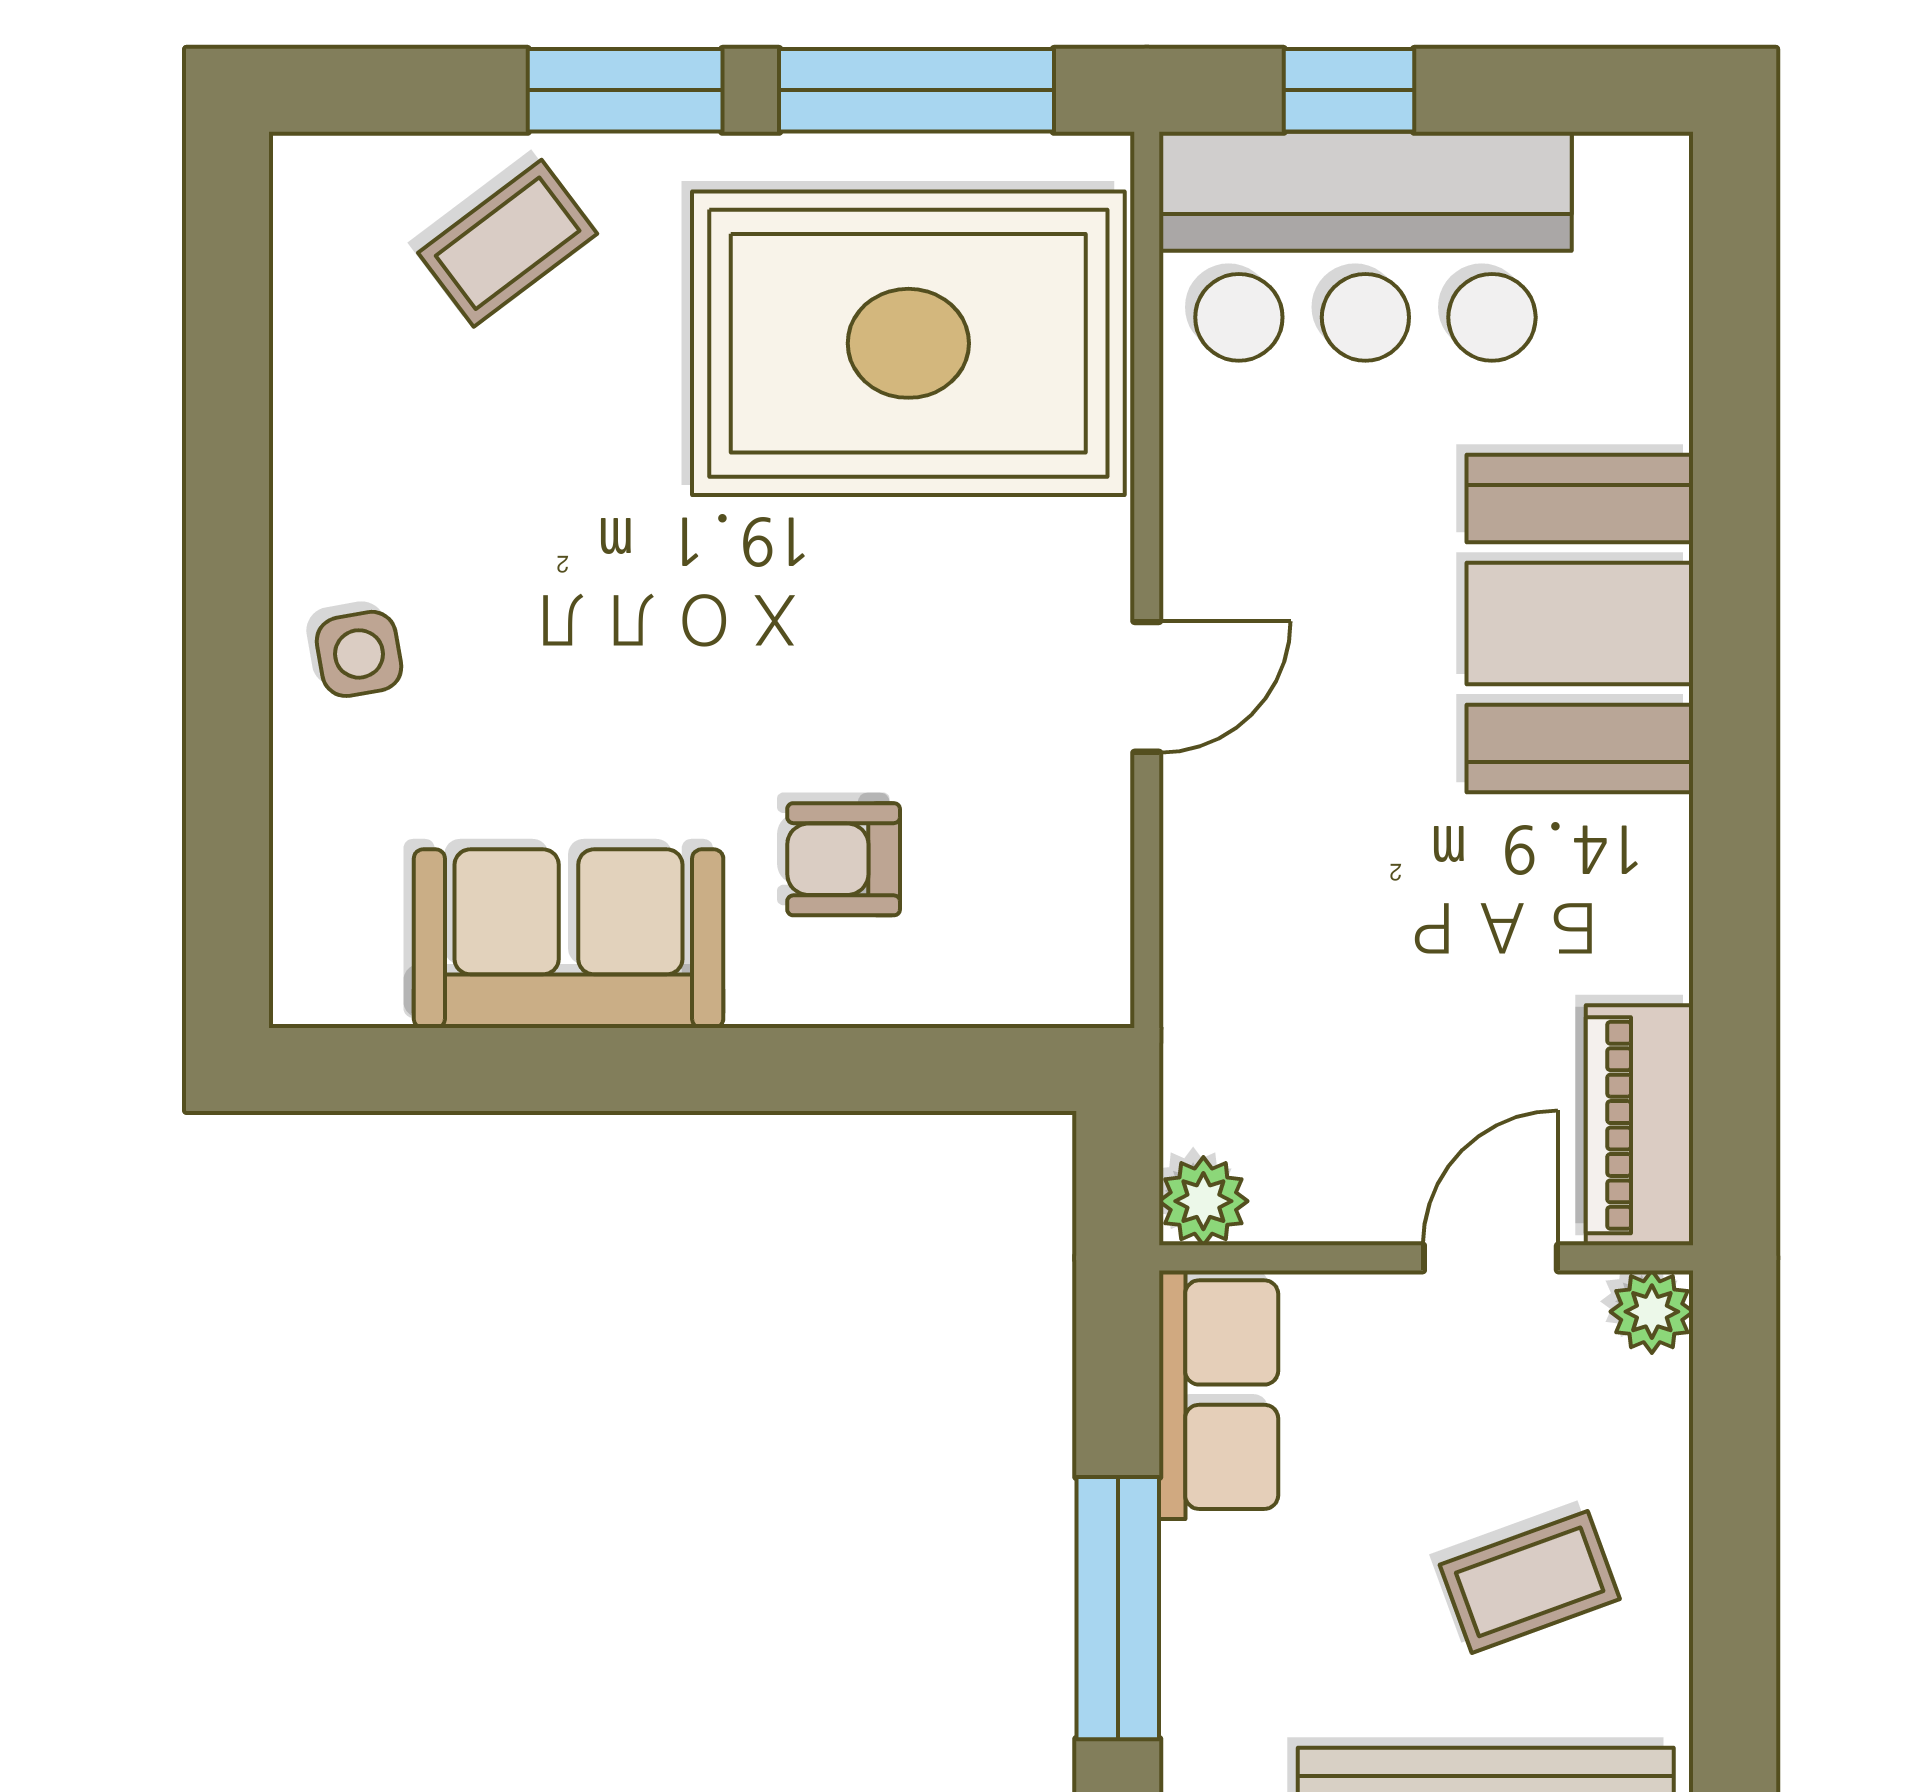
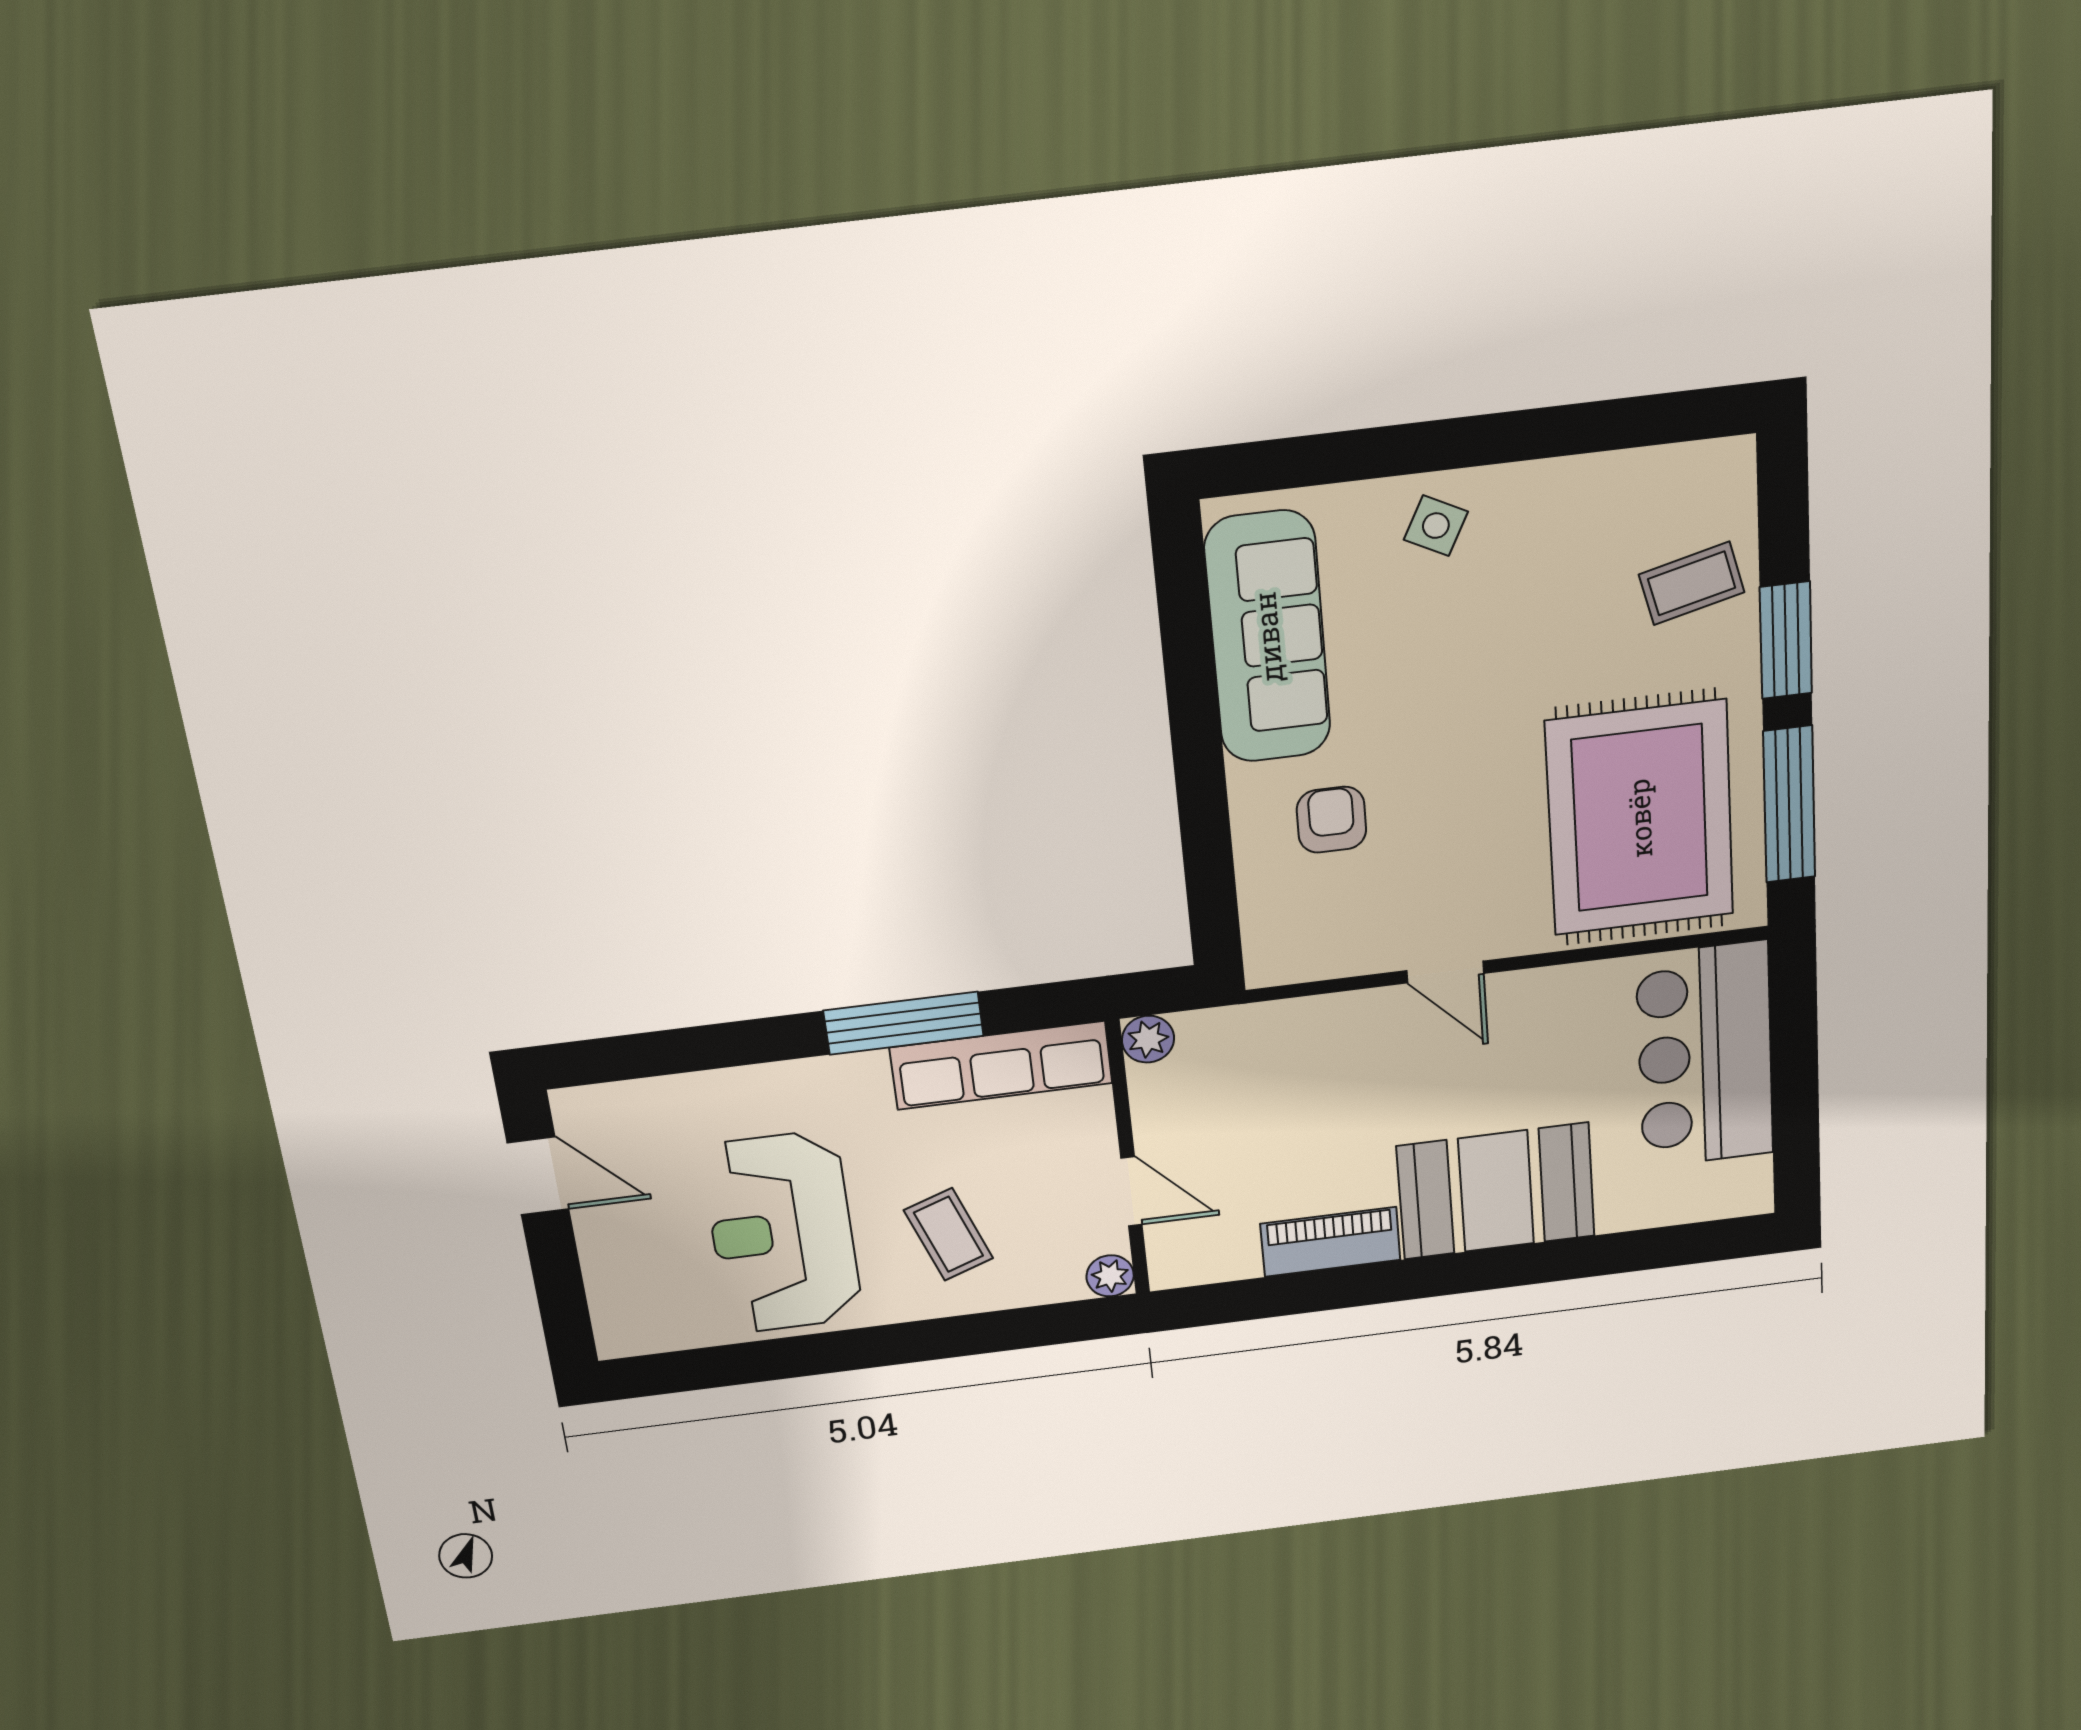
window: (1349, 90) -> (1794, 1036), removed
coffee table: (508, 243) -> (1692, 583), turned -67
side table: (359, 654) -> (1436, 526), turned 37
sofa: (569, 939) -> (1268, 637), width x1.36
piano: (1640, 1125) -> (1330, 1242), moved
row of seats: (1219, 1395) -> (1001, 1065), width x1.48

